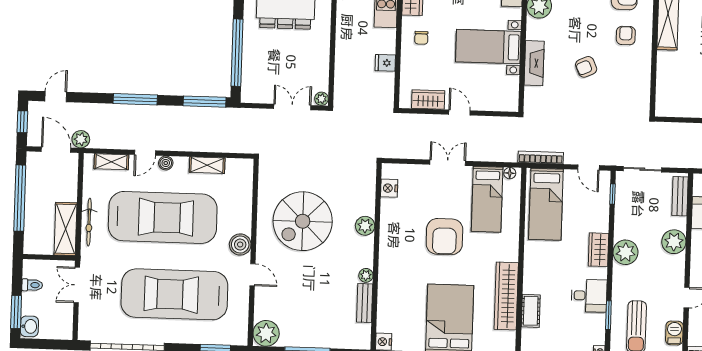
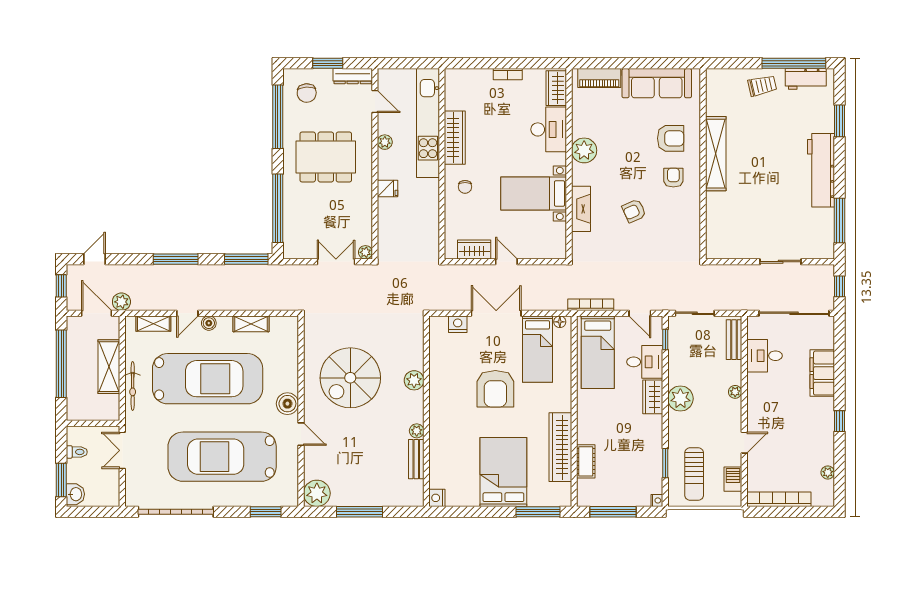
fridge: (385, 63) -> (388, 189), moved, turned 180
double door: (448, 163) -> (496, 313), width x1.37
nightstand: (389, 188) -> (458, 324), moved, turned 90
shelving: (66, 229) -> (109, 367), moved
plant: (674, 242) -> (735, 392), width x0.53, depth x0.53
desk: (589, 296) -> (645, 362), moved

